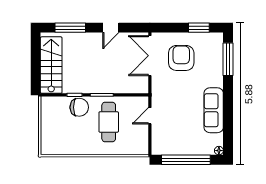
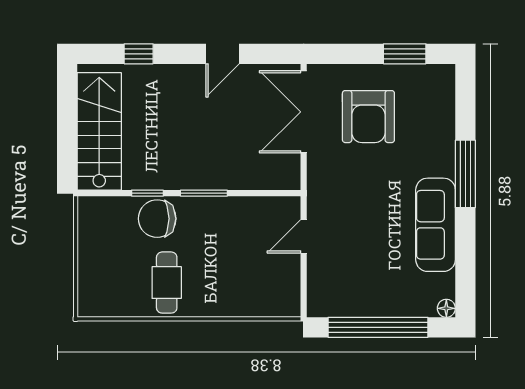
window: (70, 28) -> (139, 54), width x0.46
armchair: (181, 58) -> (368, 117), turned 180
window: (228, 59) -> (465, 174), moved
chair: (79, 107) -> (157, 219), turned 180
cafe table: (109, 122) -> (167, 283), moved, width x0.73, depth x0.74

